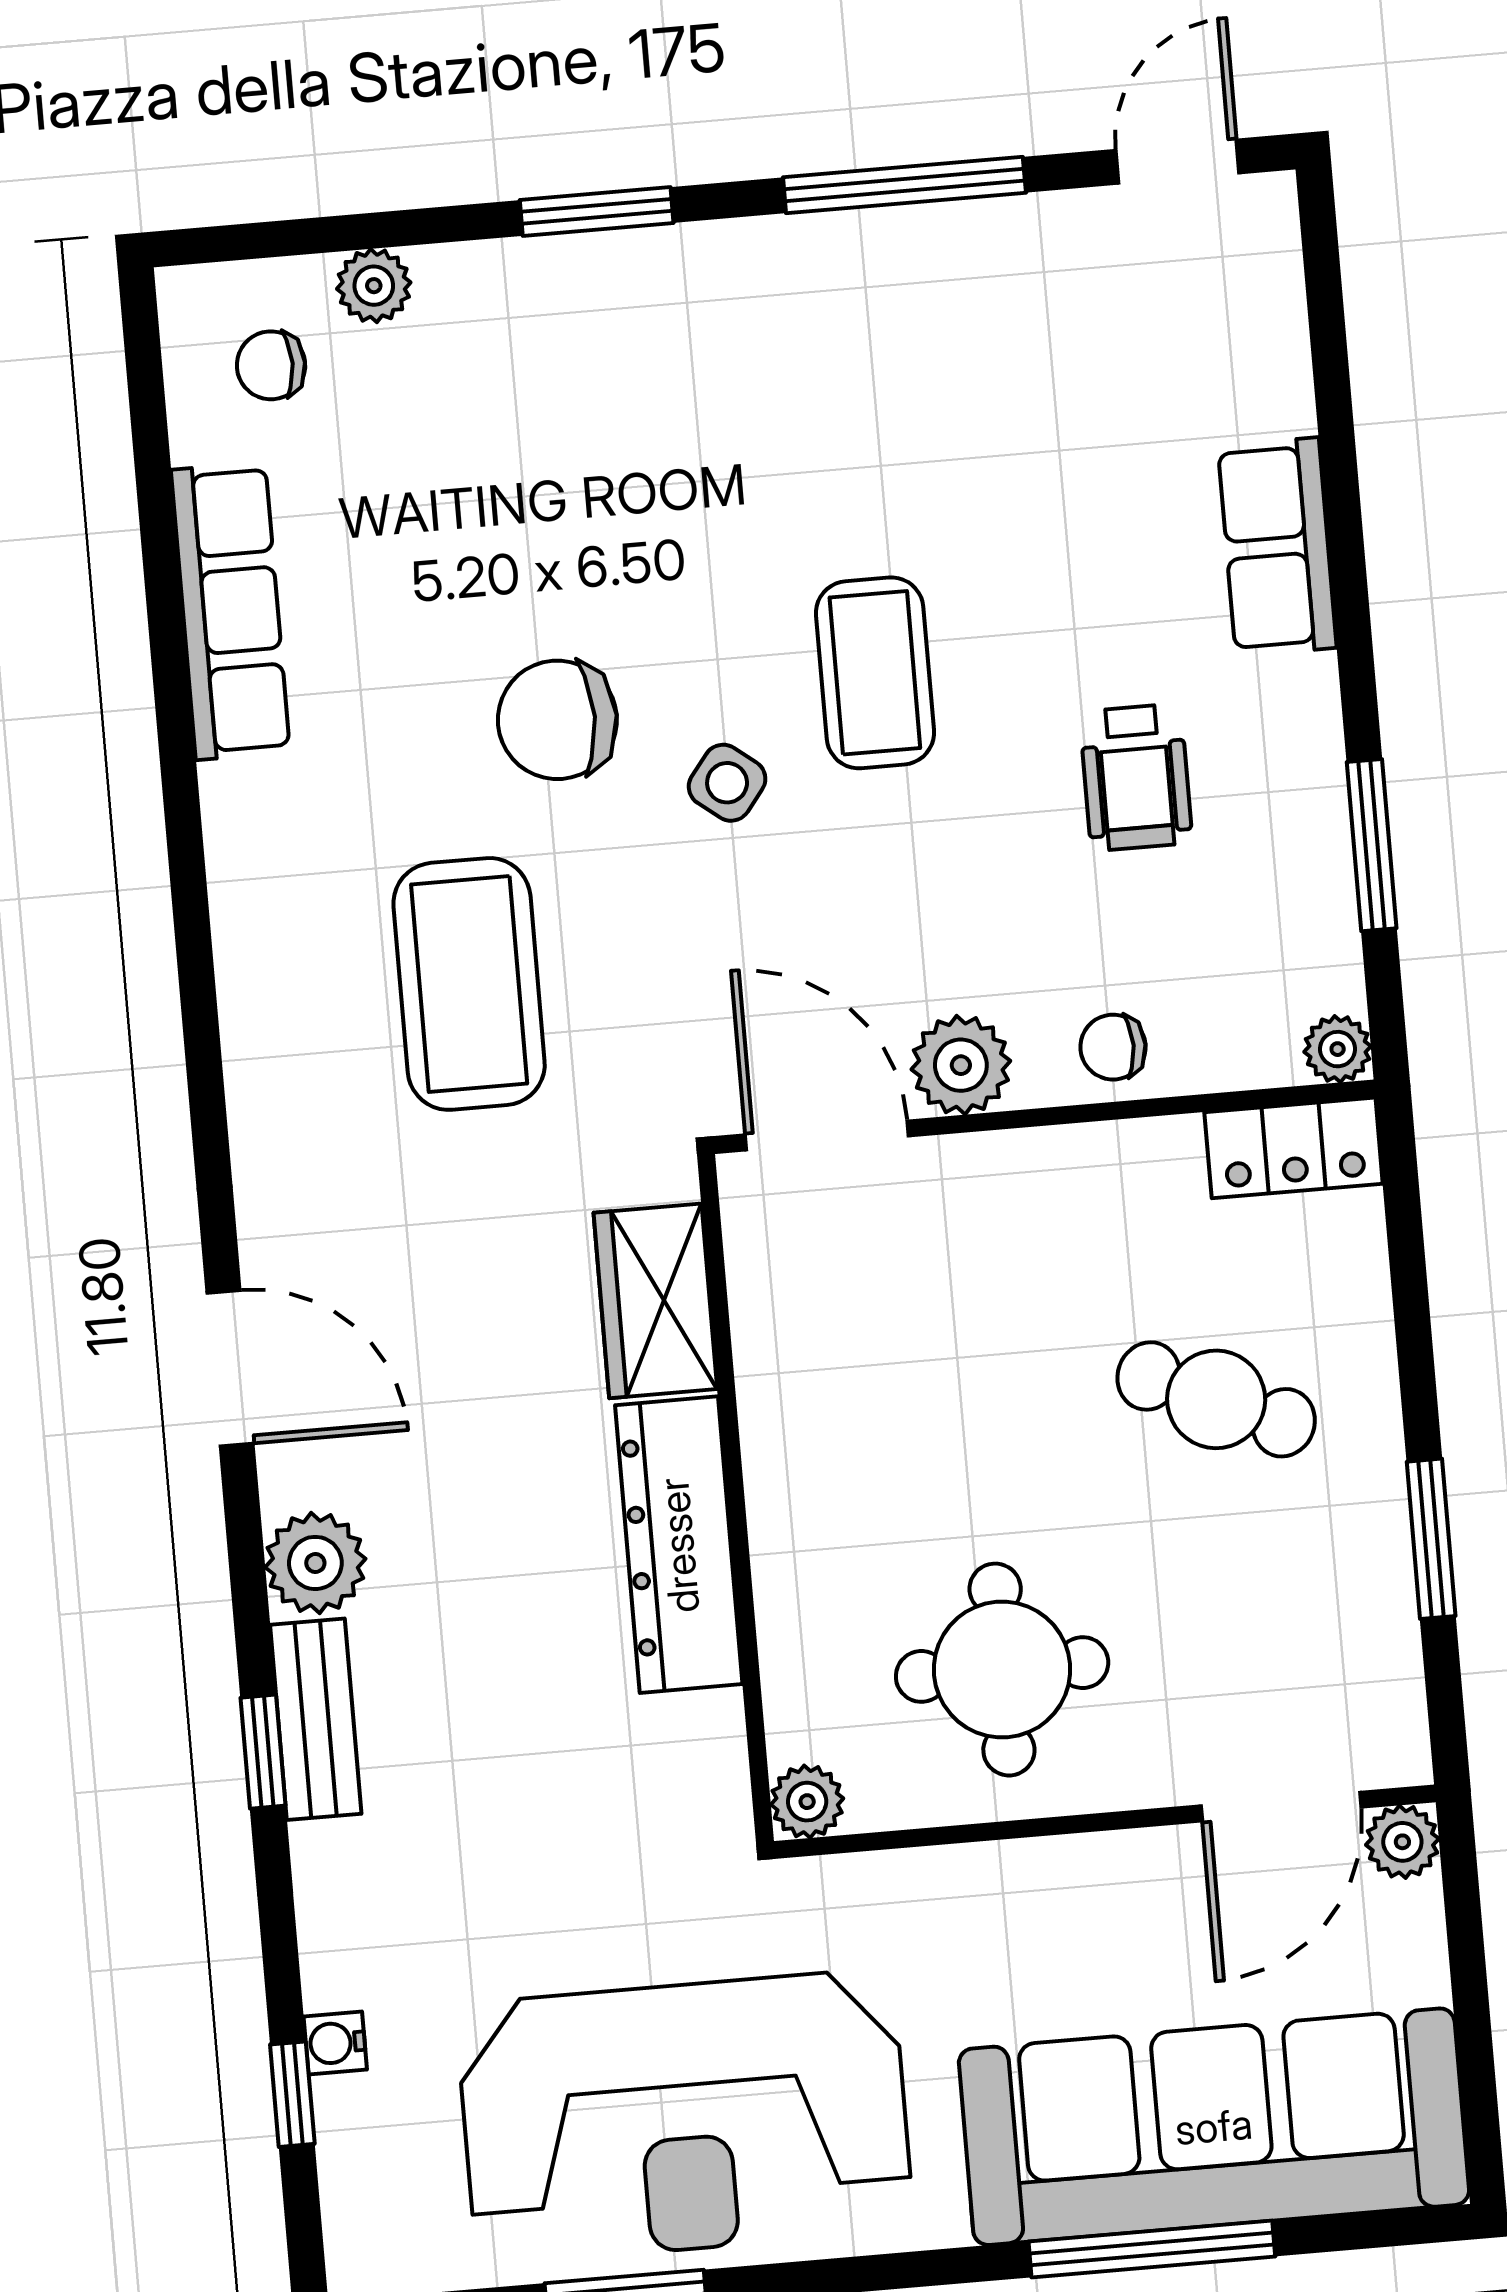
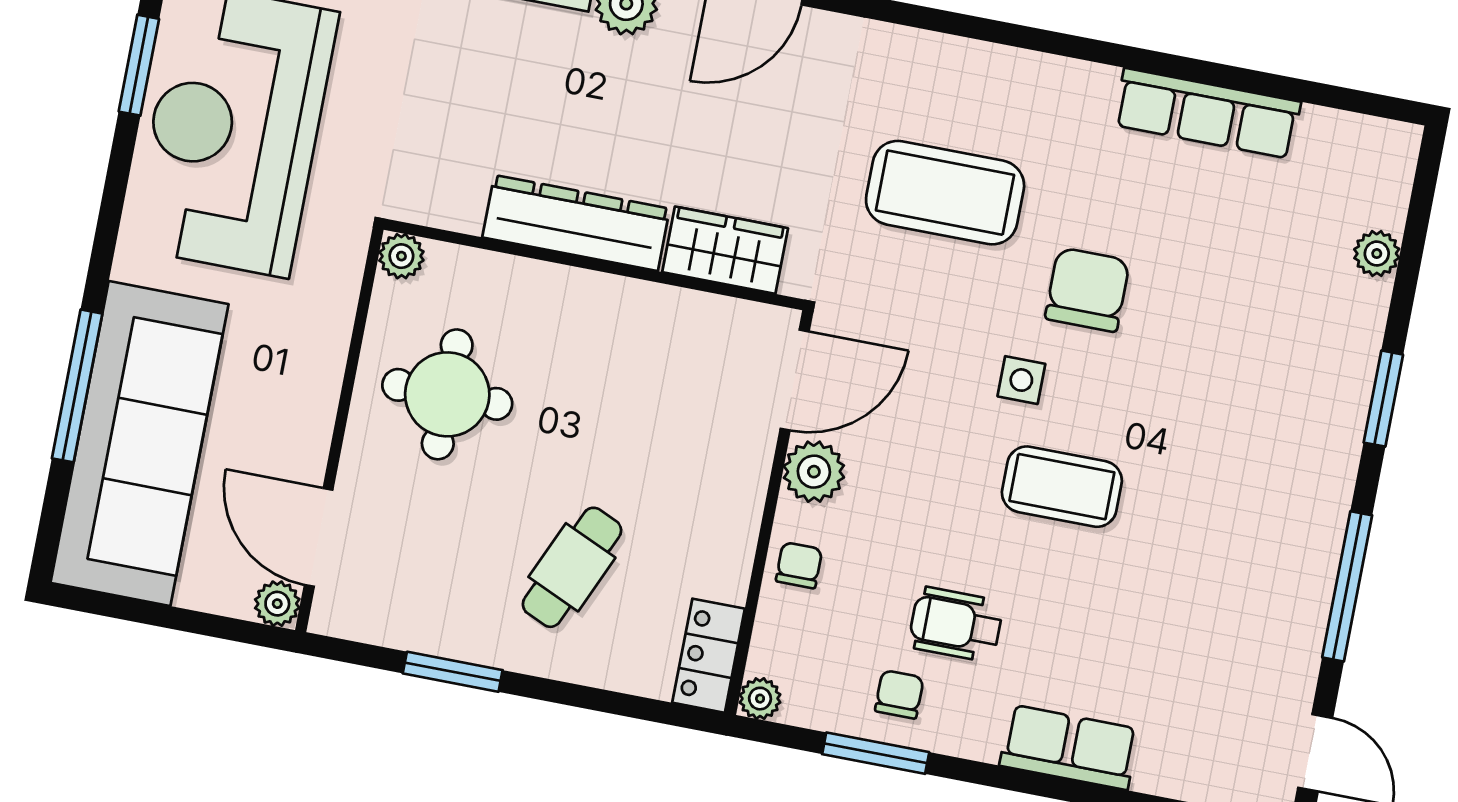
chair: (271, 365) -> (899, 694), moved
side table: (727, 783) -> (1021, 380), turned -38

